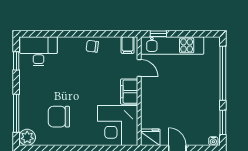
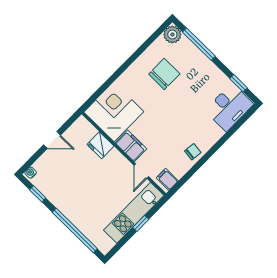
window: (158, 34) -> (141, 223), moved
door: (139, 68) -> (141, 171), hinge flipped
window: (223, 122) -> (38, 194), width x0.67
fridge: (150, 137) -> (100, 145), moved, turned 90

